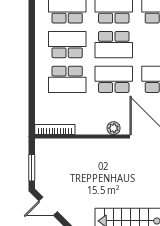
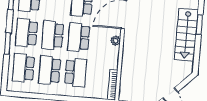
school desk: (114, 45) -> (53, 35), turned 180

